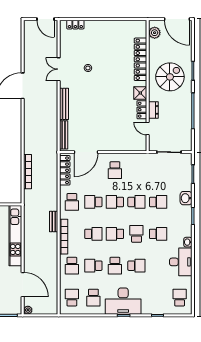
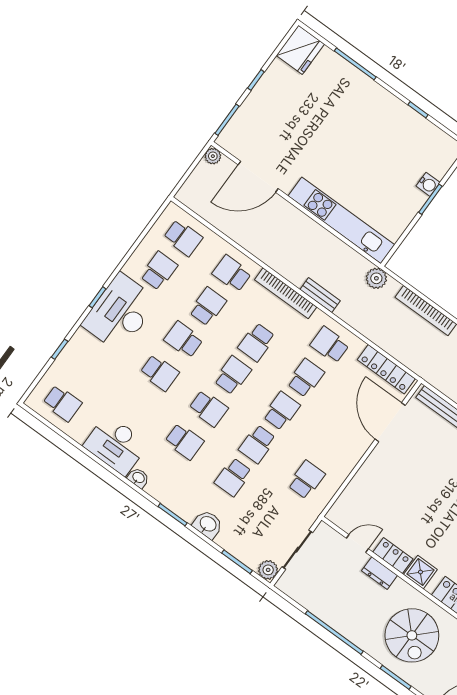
plant: (187, 158) -> (268, 570), added
school desk: (115, 170) -> (306, 480), moved, turned 90
plant: (29, 203) -> (376, 278), added
school desk: (158, 234) -> (184, 441), turned -90
school desk: (136, 266) -> (159, 373), turned -90
school desk: (93, 298) -> (159, 271), turned 90

